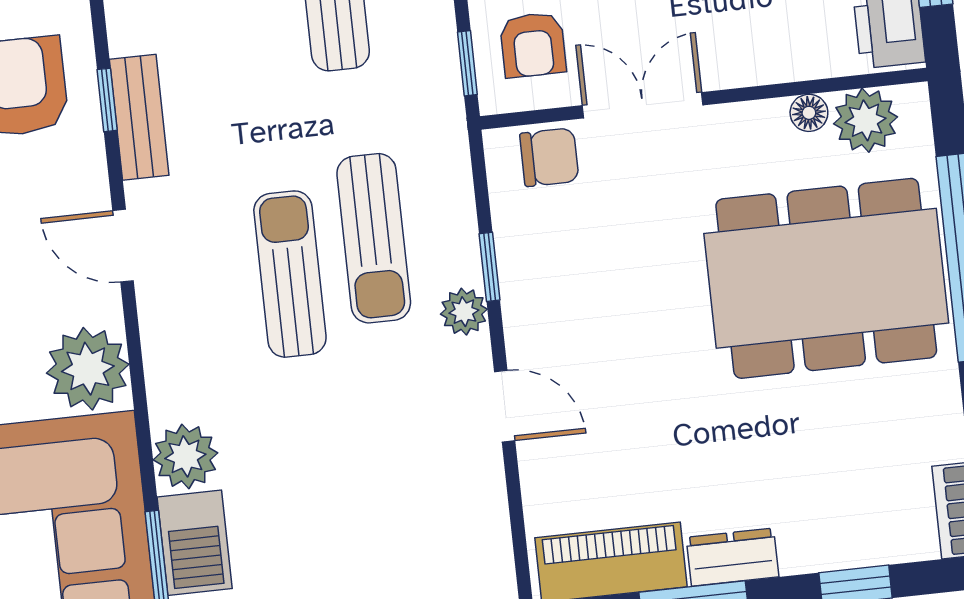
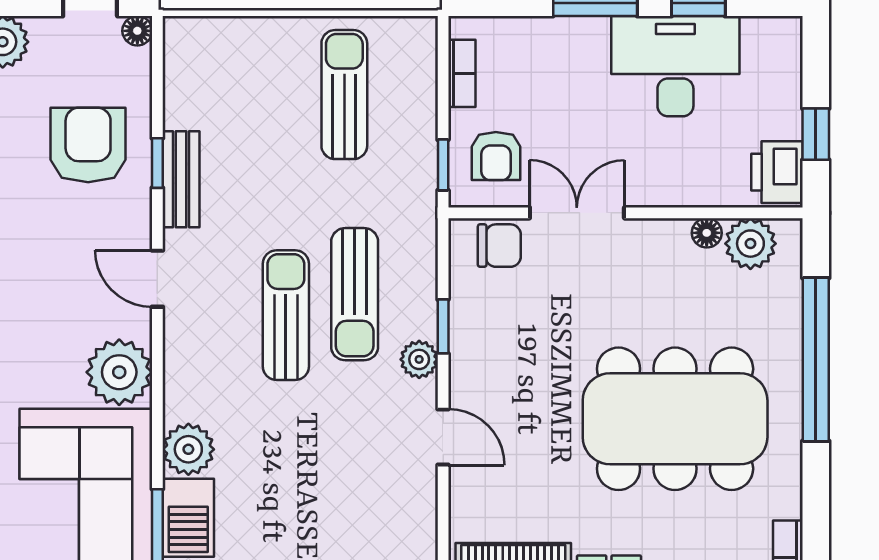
dining table: (826, 278) -> (675, 419), moved

